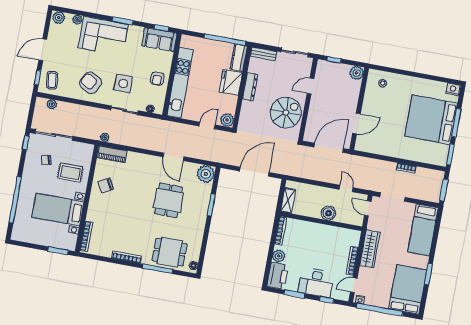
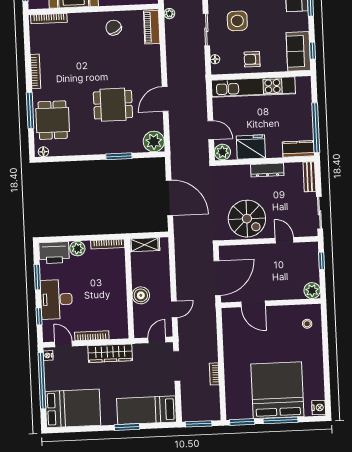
fridge: (231, 82) -> (251, 147), moved
door: (329, 148) -> (217, 278), hinge flipped
window: (428, 274) -> (127, 427), moved

